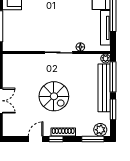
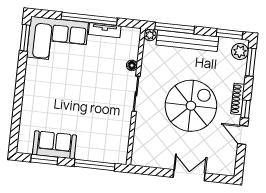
tv unit: (105, 28) -> (105, 30), width x0.71
spiral stairs: (54, 96) -> (191, 106), width x1.37, depth x1.37
window: (113, 109) -> (229, 34), moved

